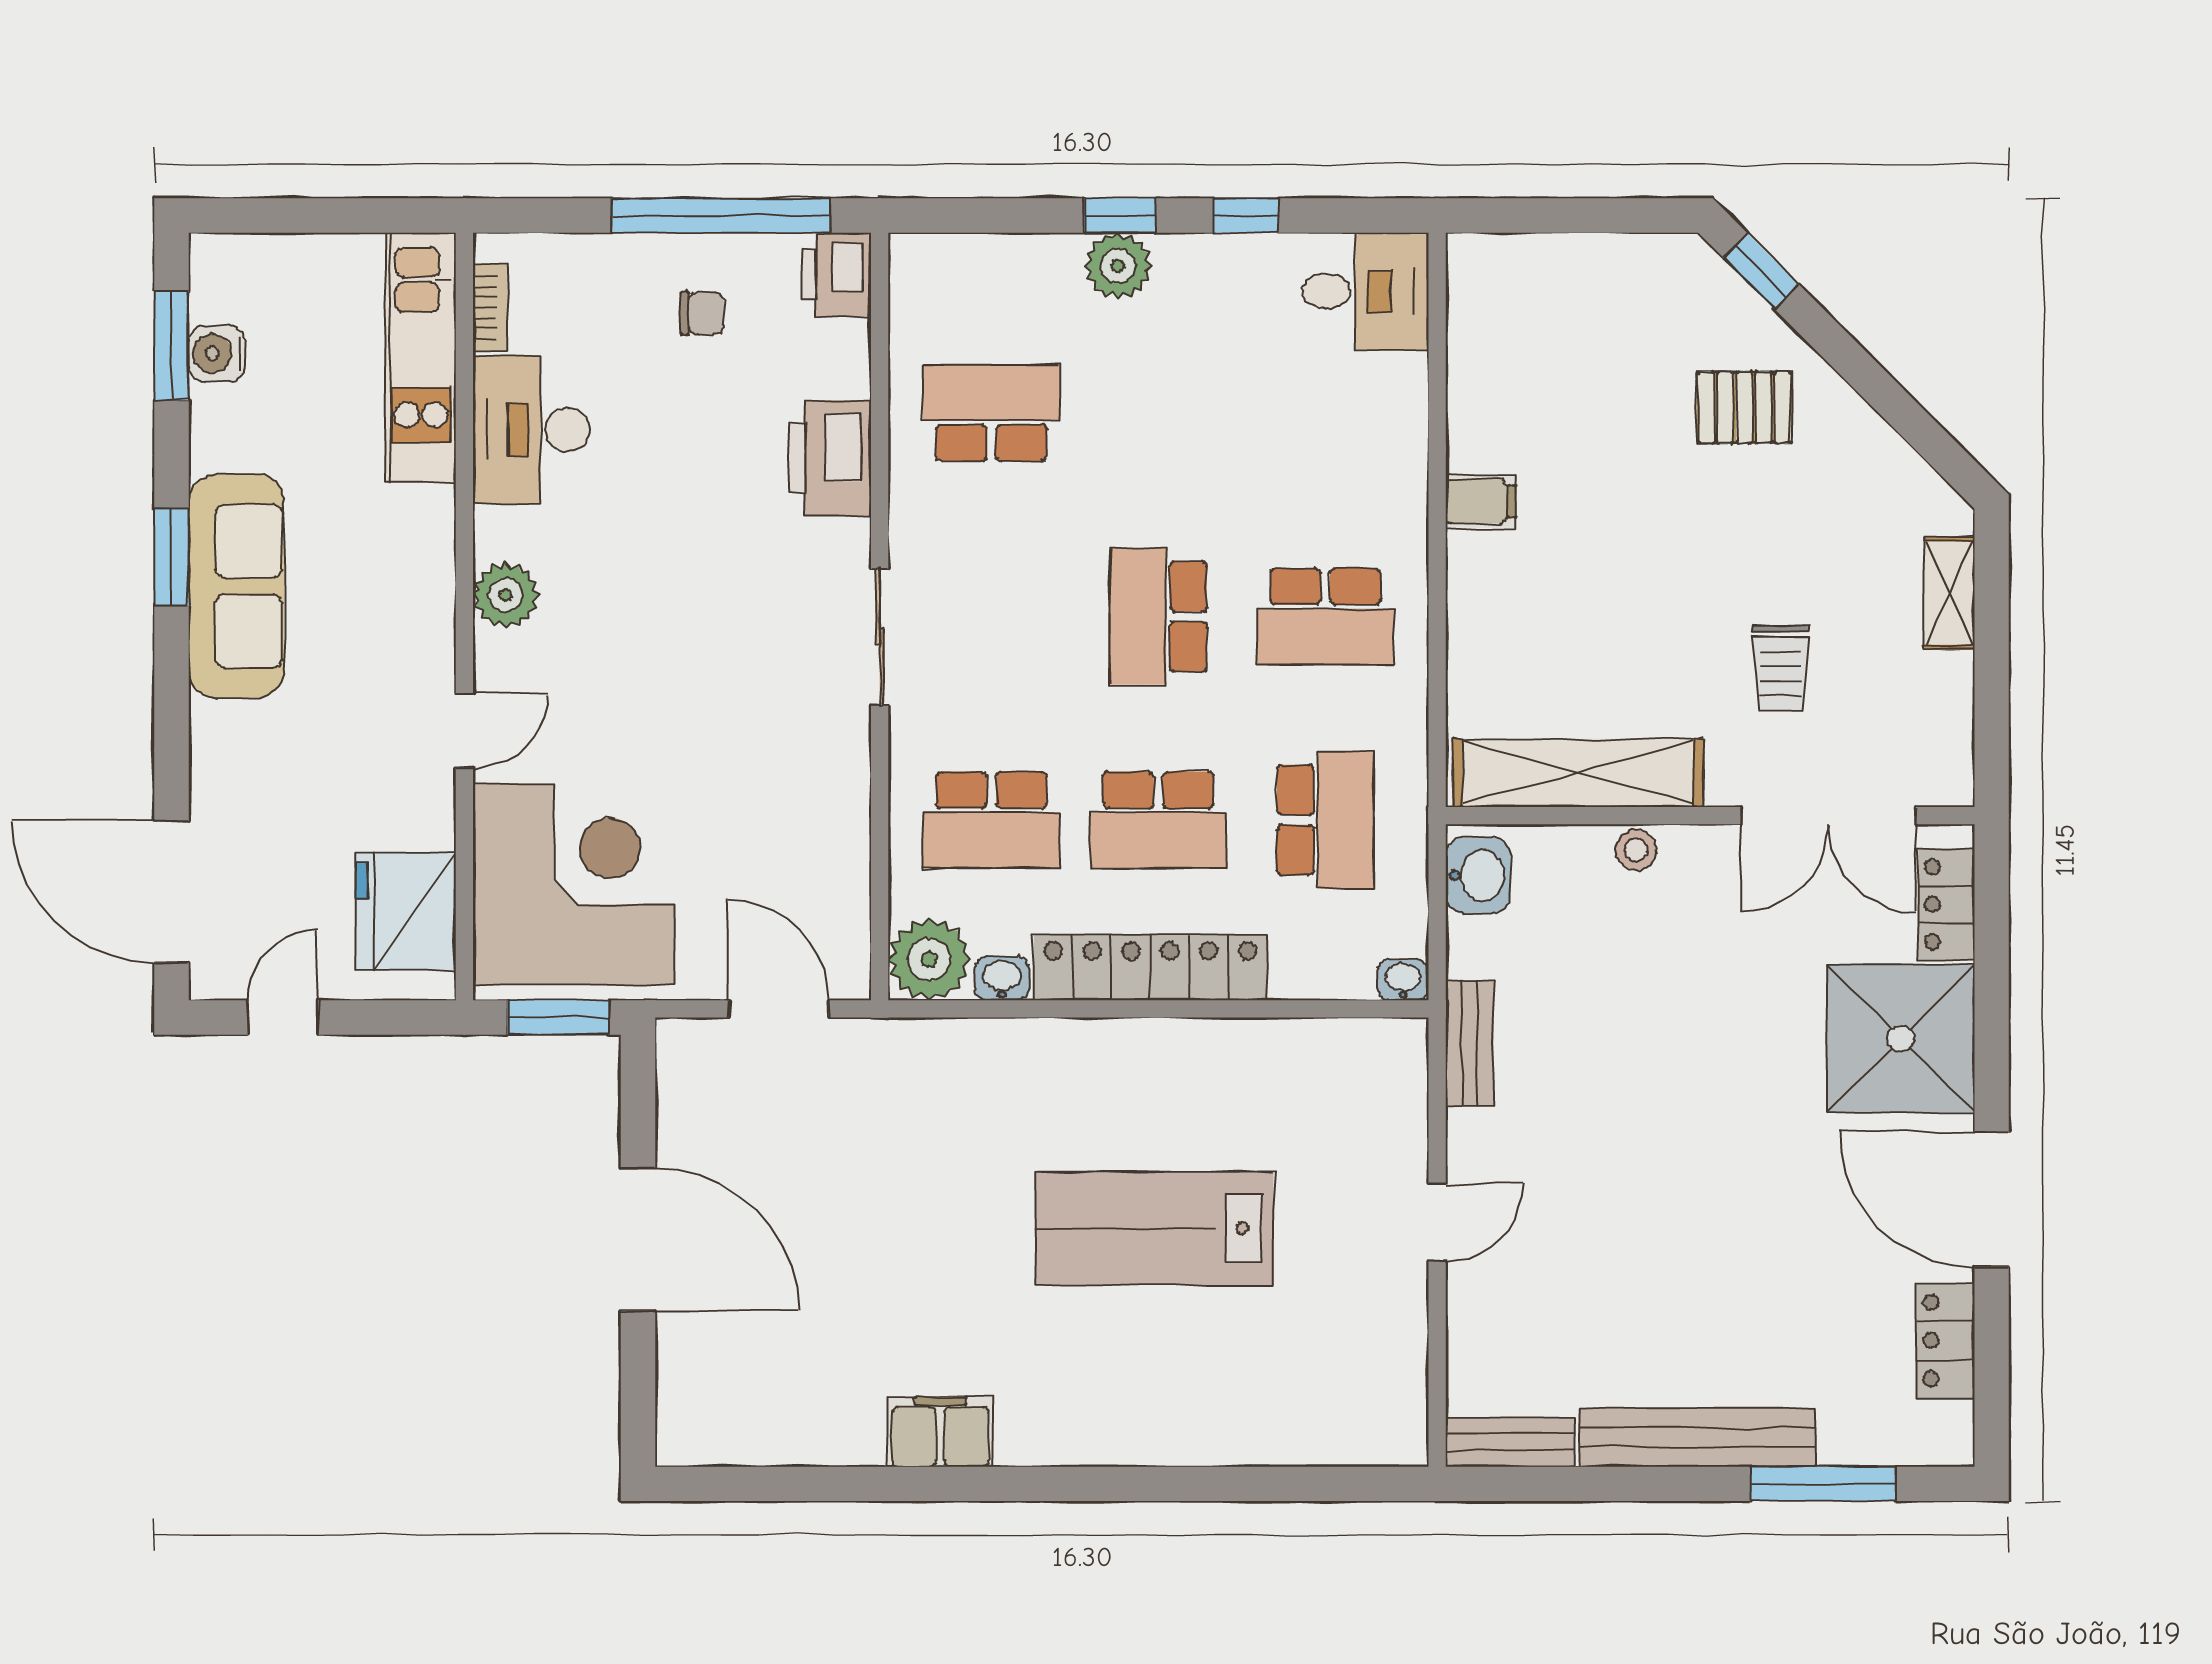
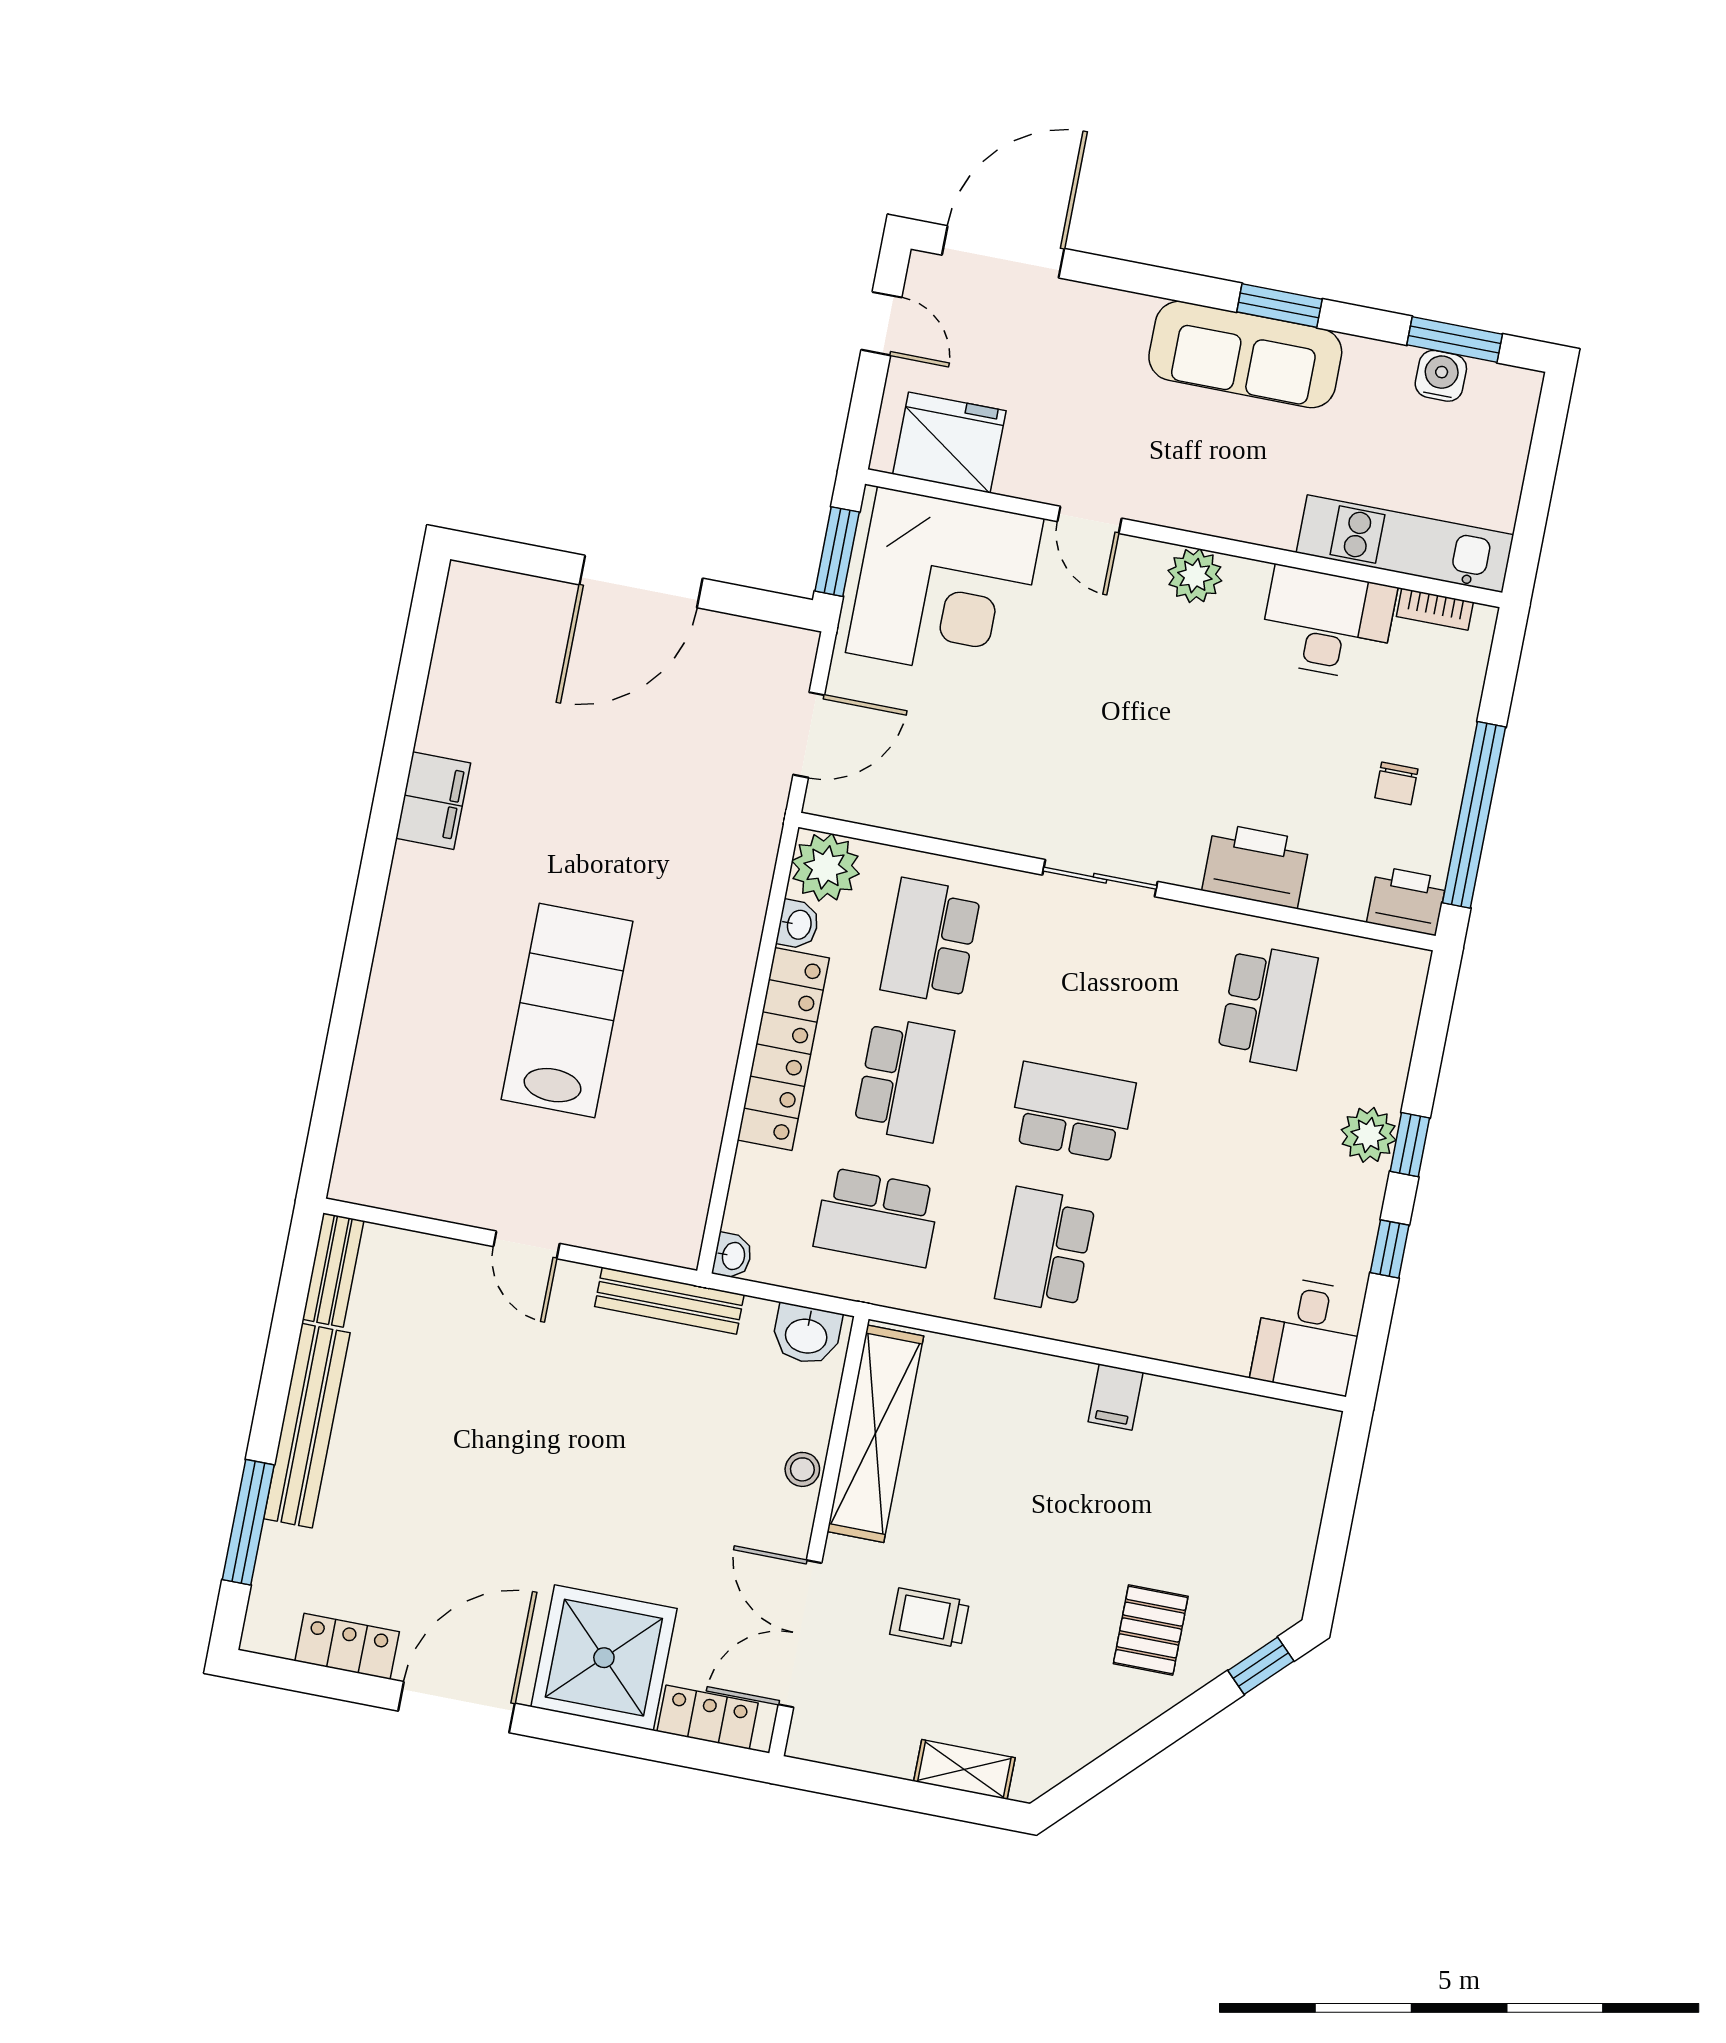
school desk: (1158, 820) -> (904, 1079), turned 180
bench: (1470, 1043) -> (669, 1301), width x1.36

